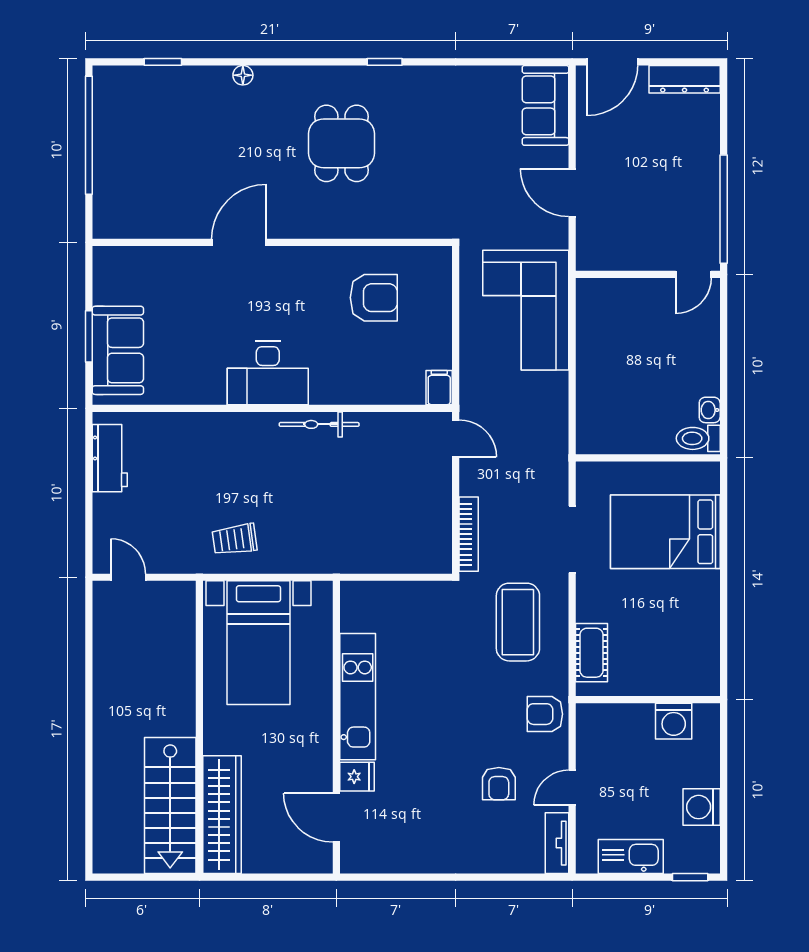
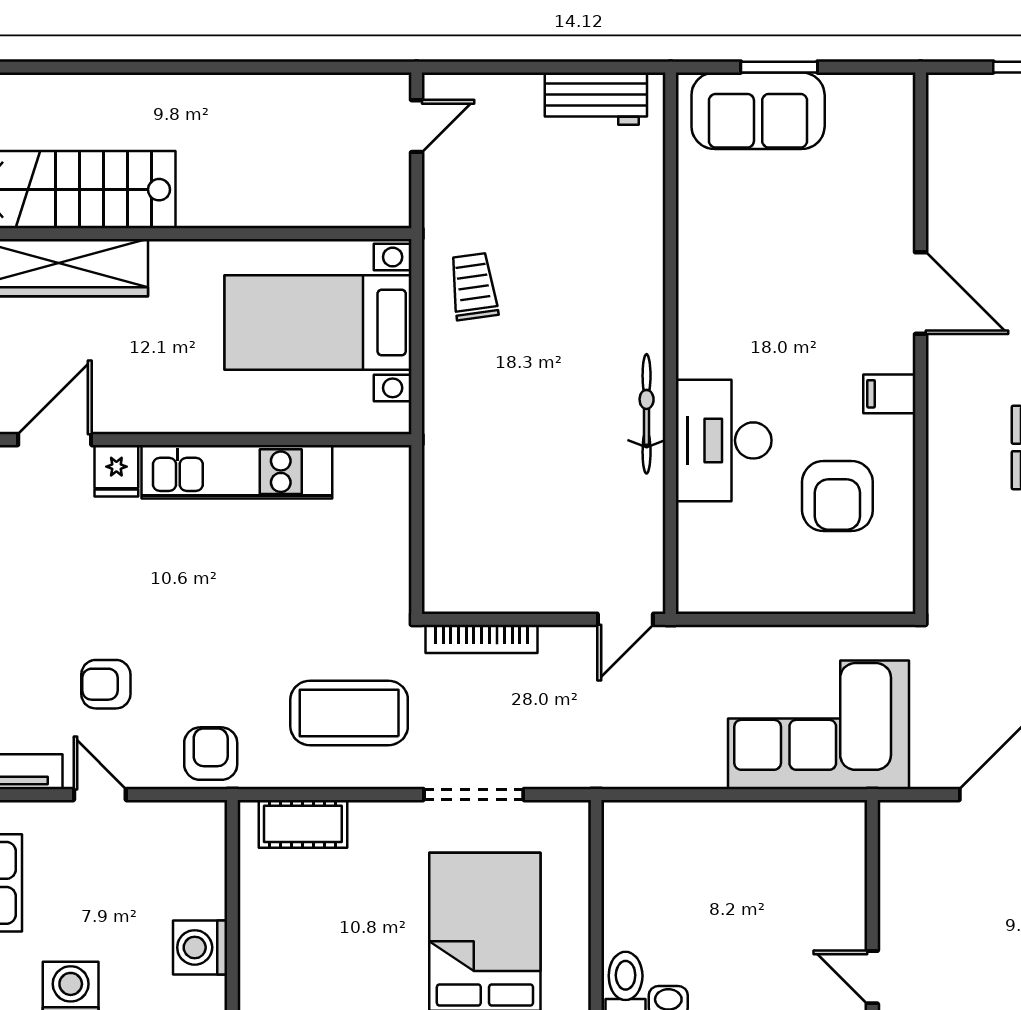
desk: (268, 373) -> (724, 440), moved
filing cabinet: (439, 388) -> (889, 394), moved, turned 180

